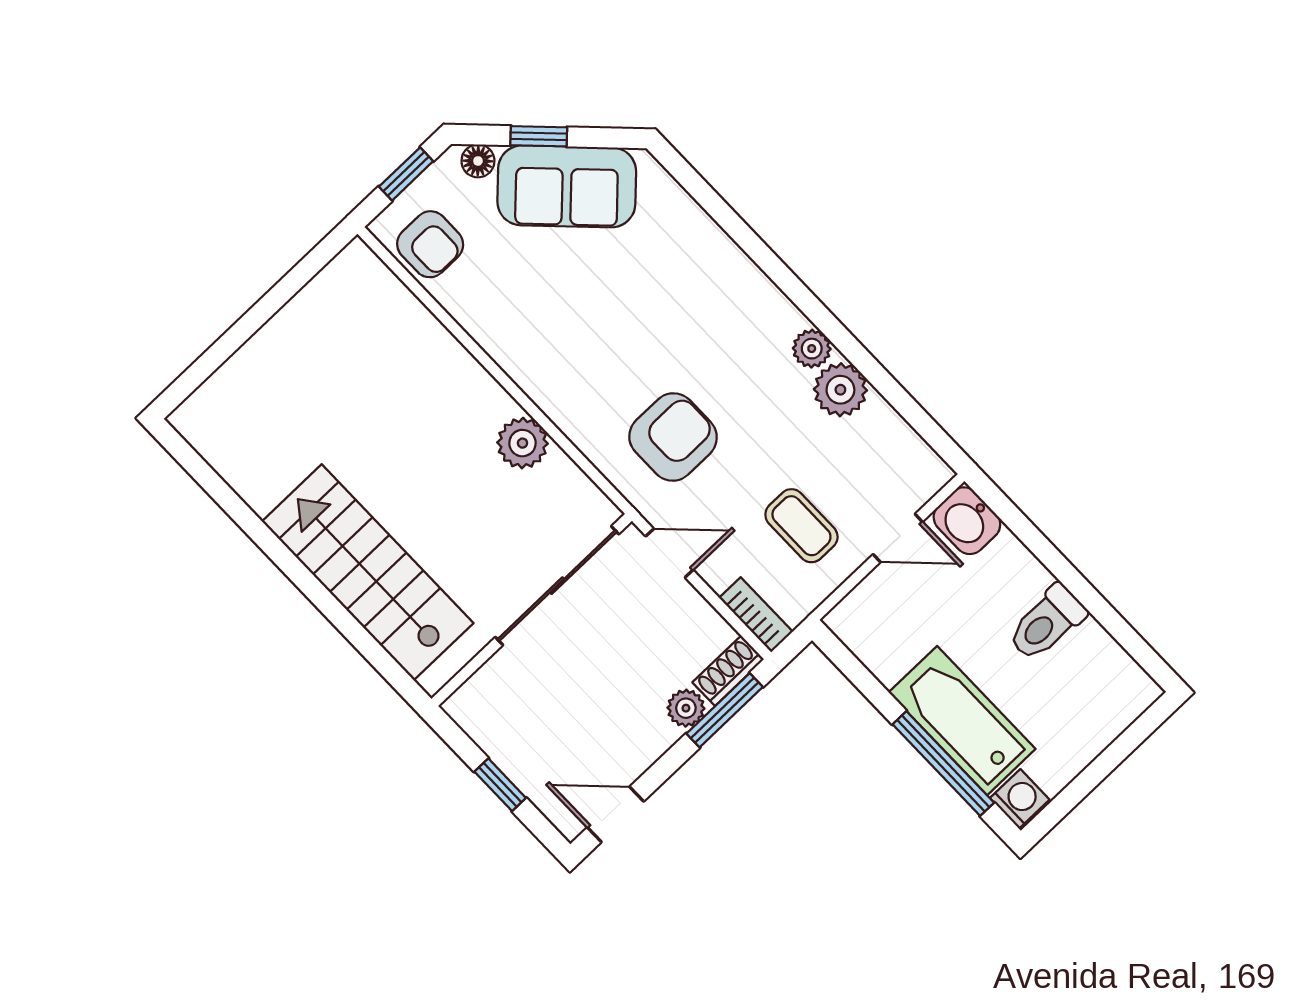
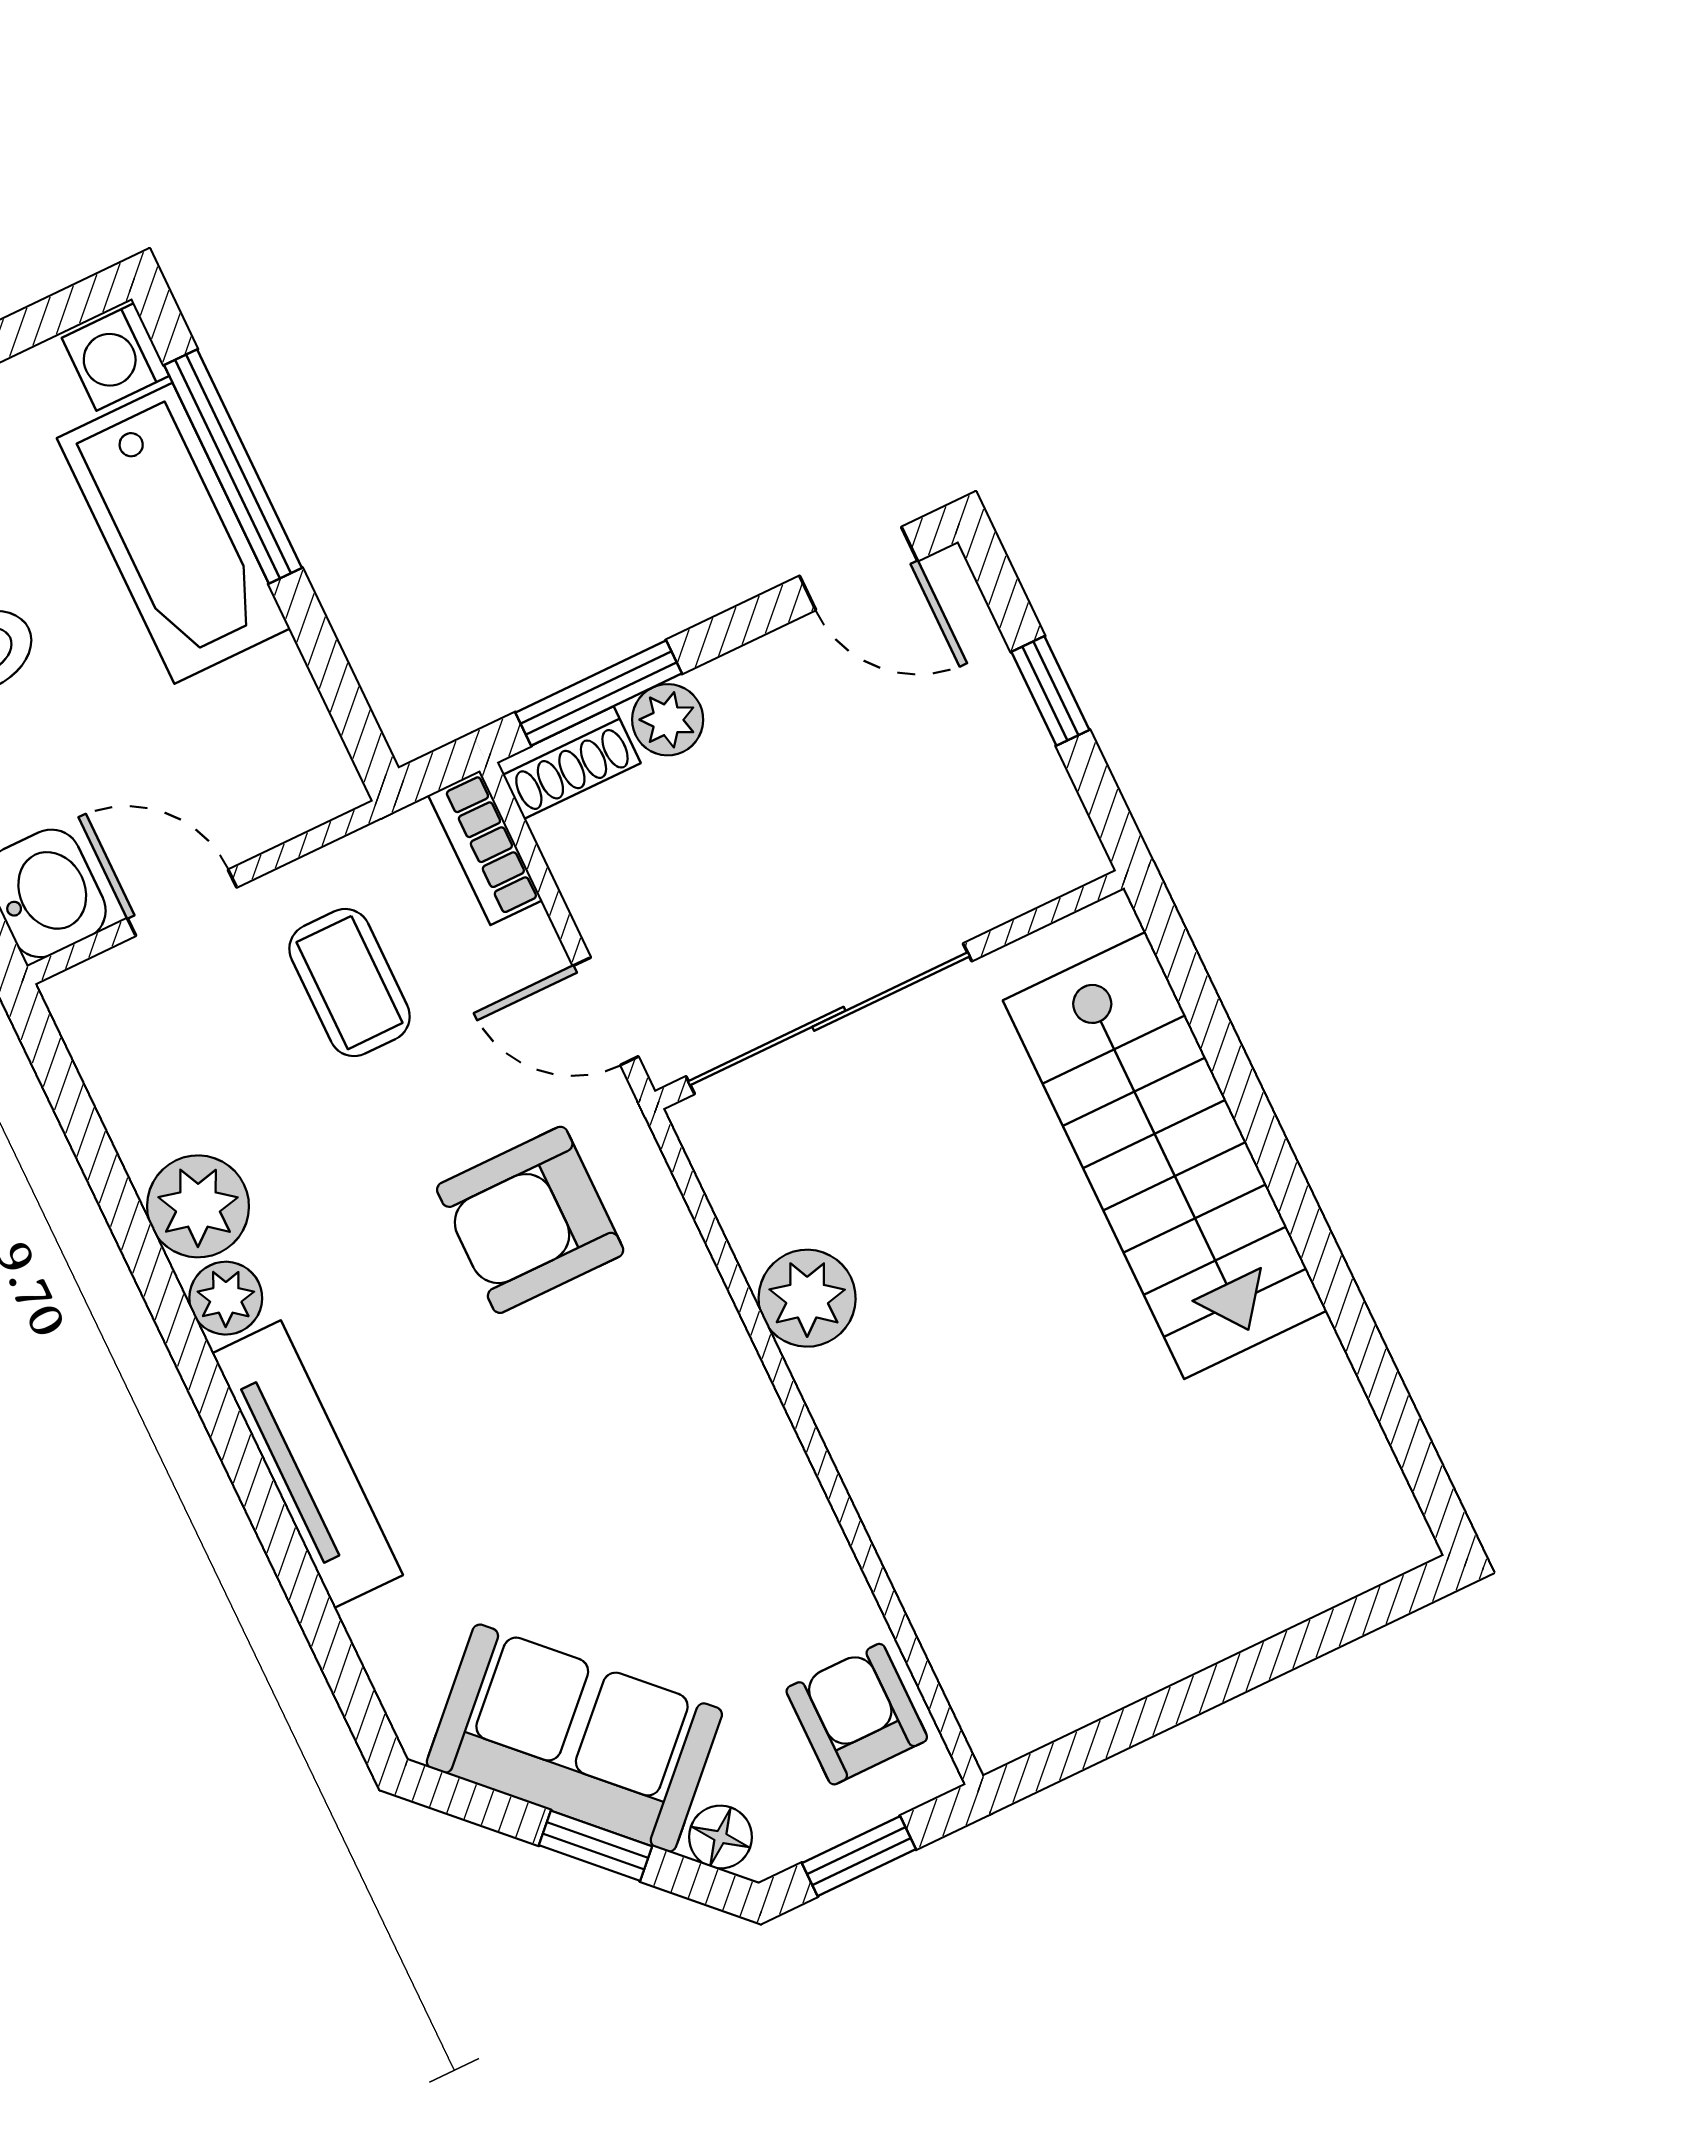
tv unit: (744, 279) -> (307, 1464), added

